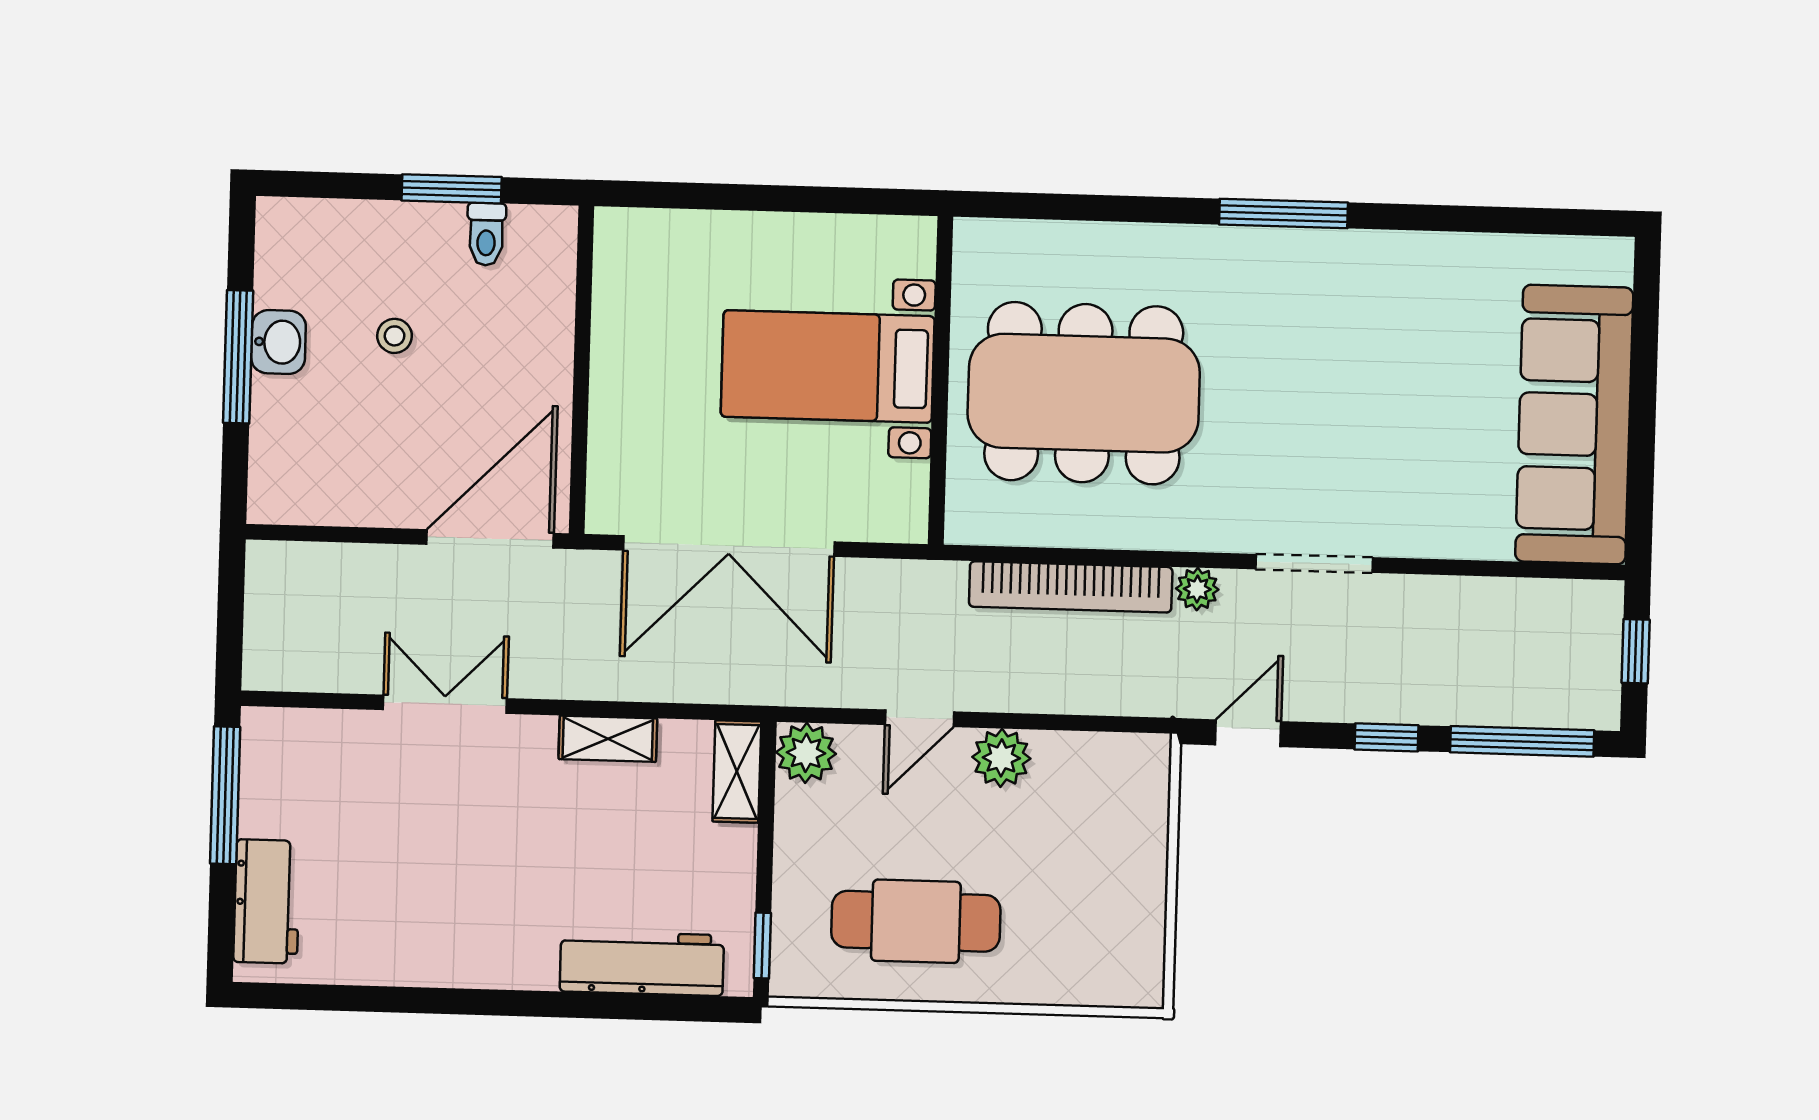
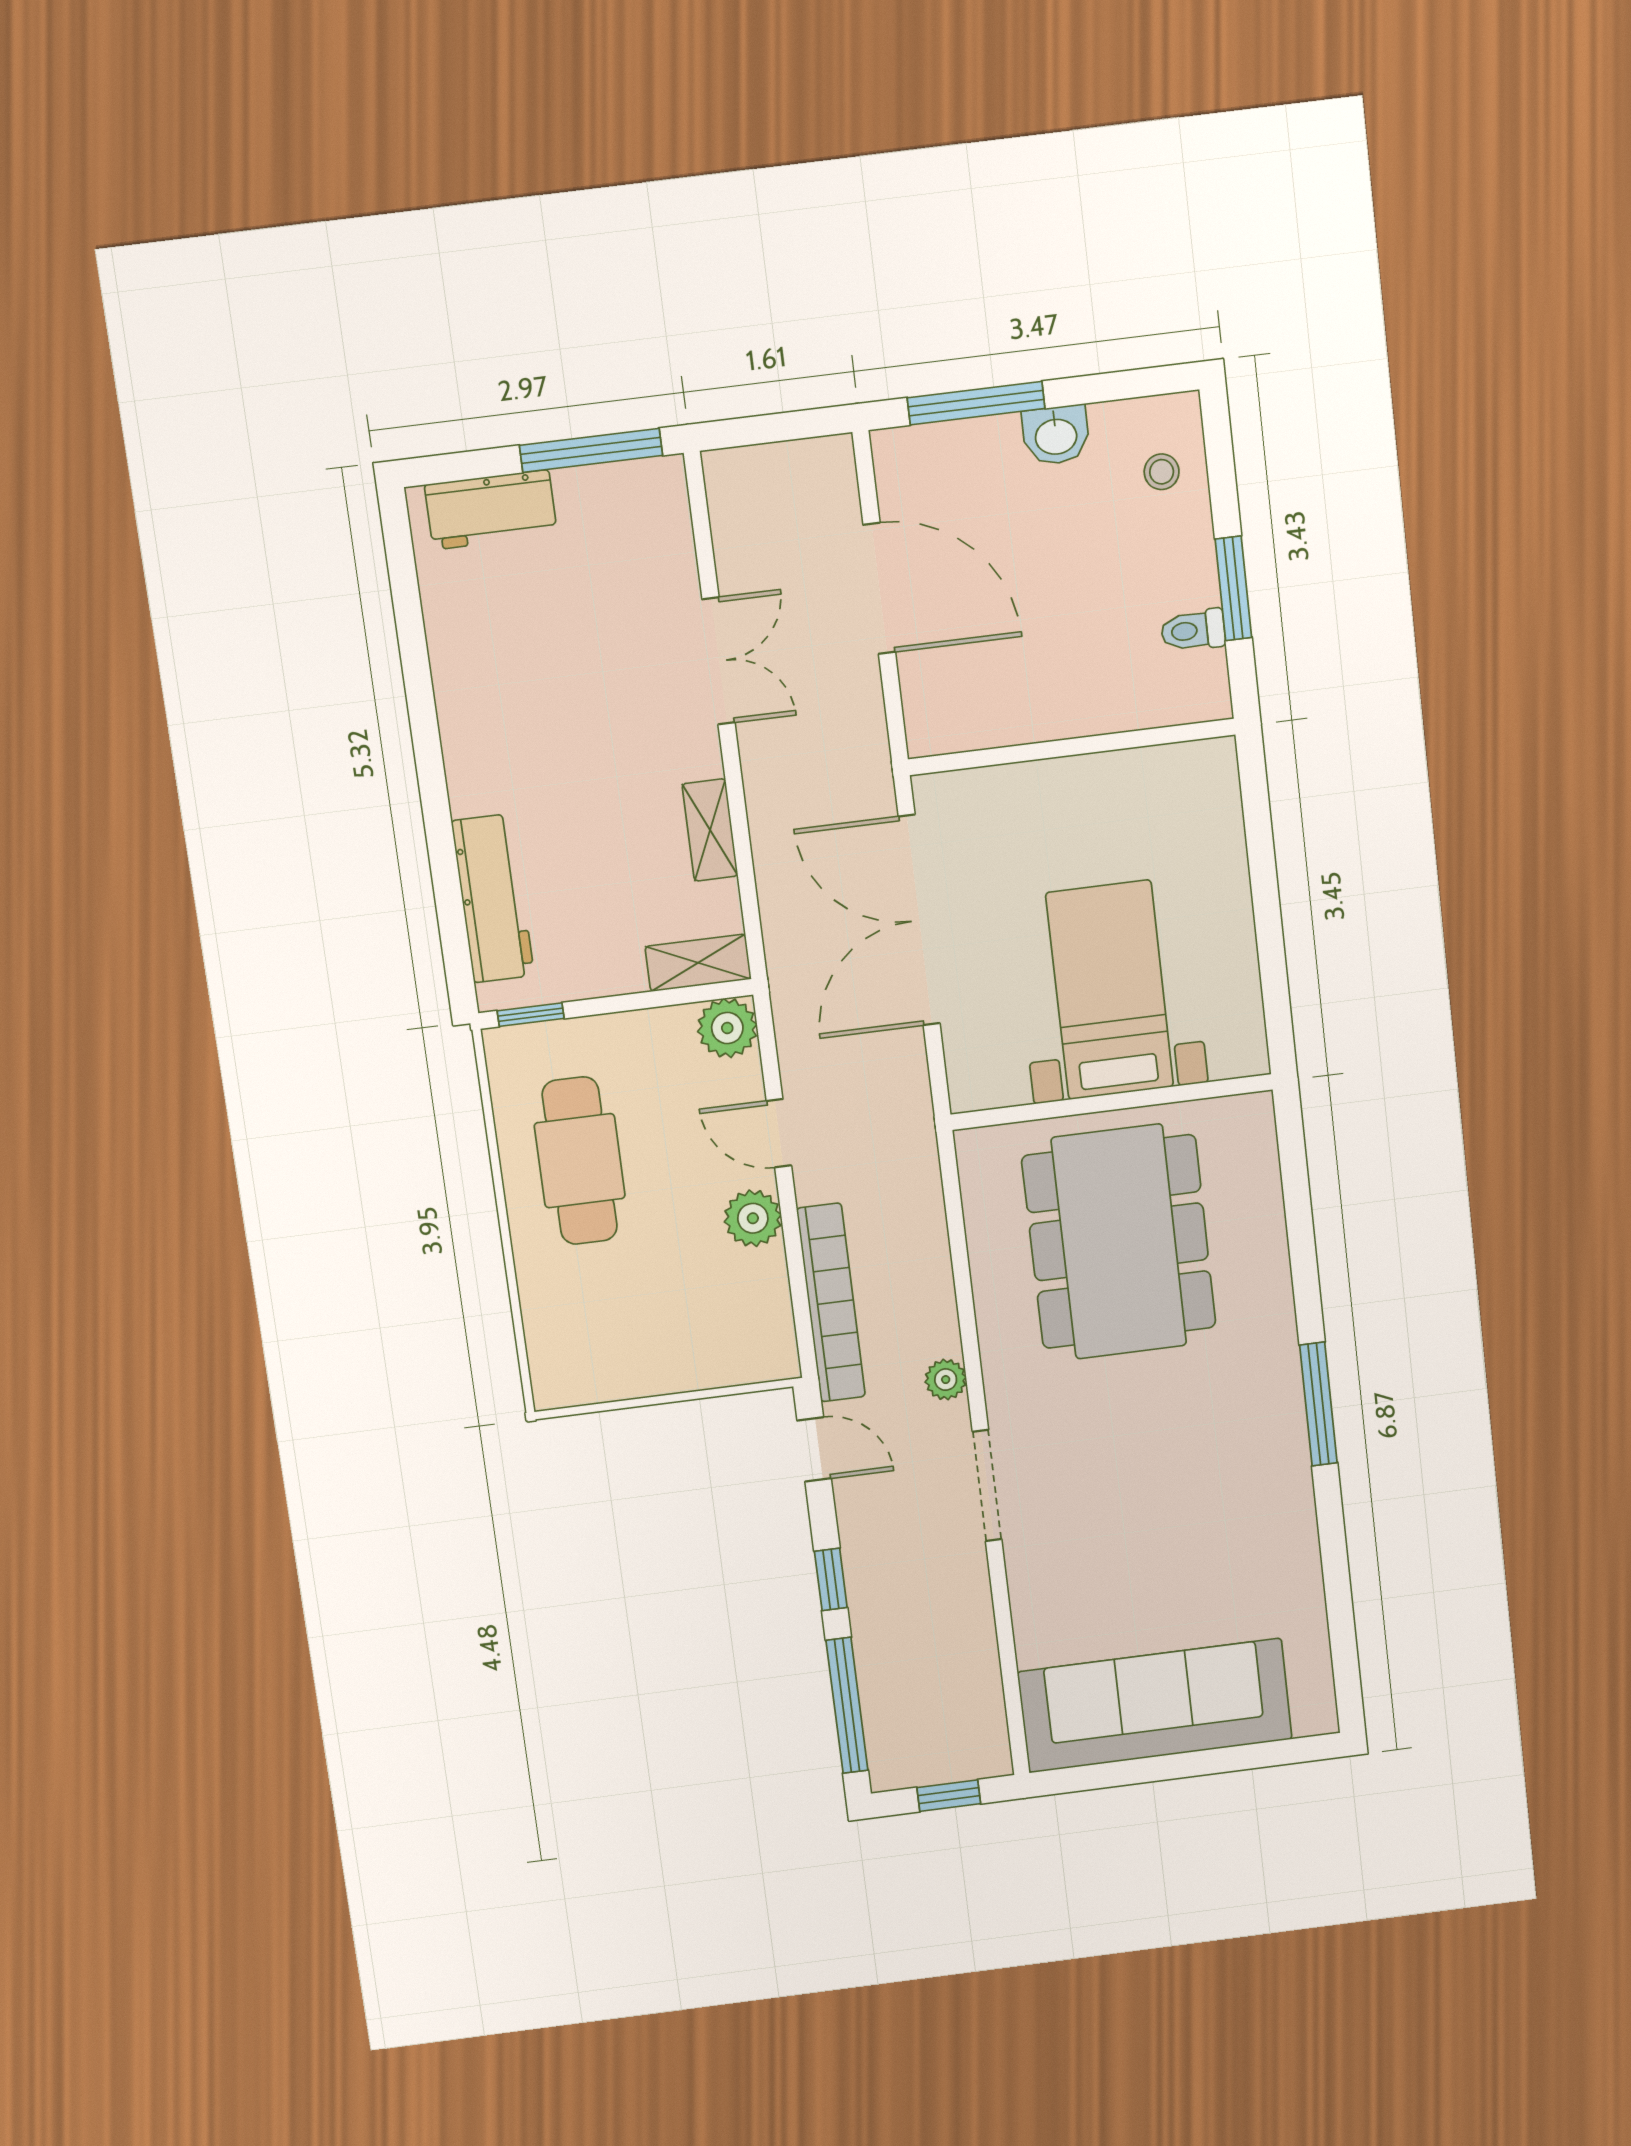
stool: (395, 336) -> (1162, 472), moved
window: (238, 357) -> (976, 403), moved
door: (490, 539) -> (879, 588), moved
bookcase: (1071, 587) -> (831, 1303), moved, turned 180

